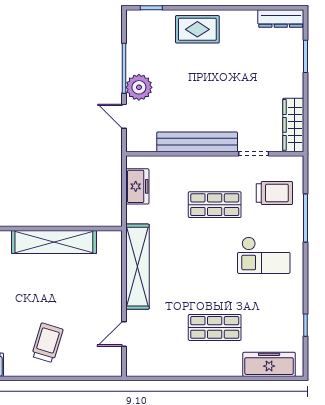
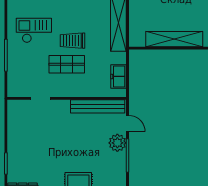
wardrobe: (293, 125) -> (14, 118), removed
bench: (197, 142) -> (98, 106), moved
trolley: (274, 193) -> (72, 41), moved

